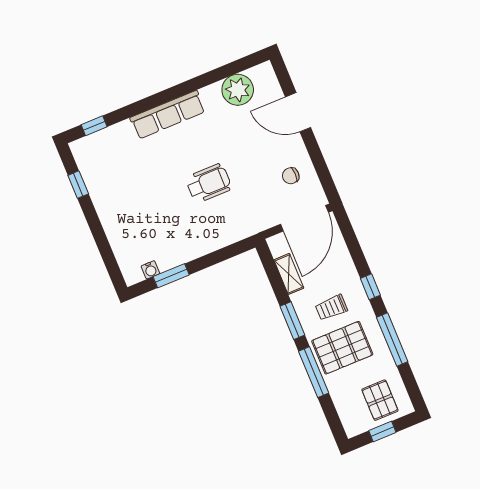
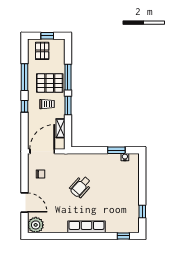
plant: (238, 90) -> (36, 225), moved
wheelchair: (209, 183) -> (81, 187), turned -48

